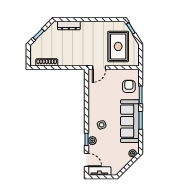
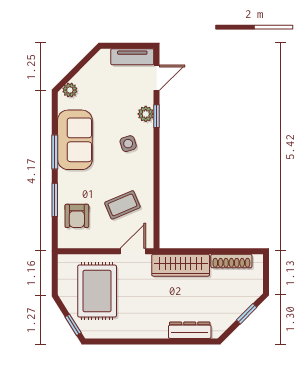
wardrobe: (74, 60) -> (181, 265), added
coffee table: (105, 92) -> (122, 205), added
sofa: (130, 121) -> (75, 140), width x0.73
door: (86, 160) -> (157, 78), swing flipped

